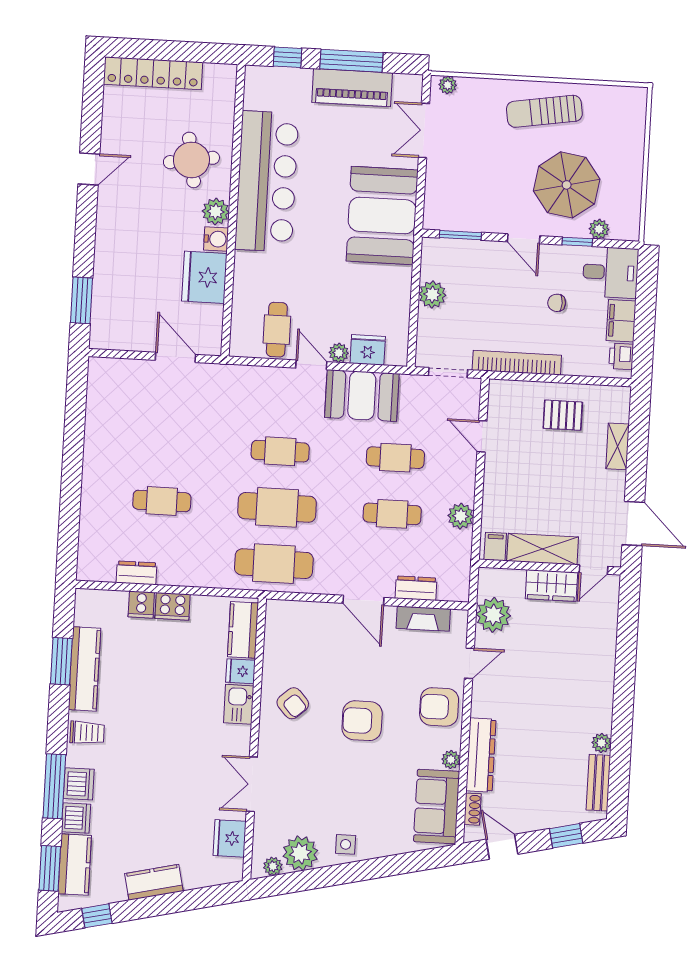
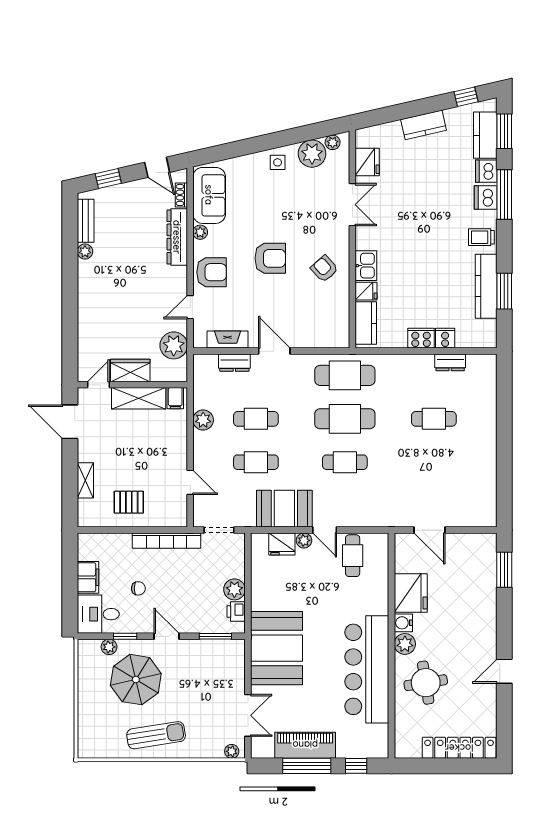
printer: (621, 356) -> (236, 611), moved, turned 180

